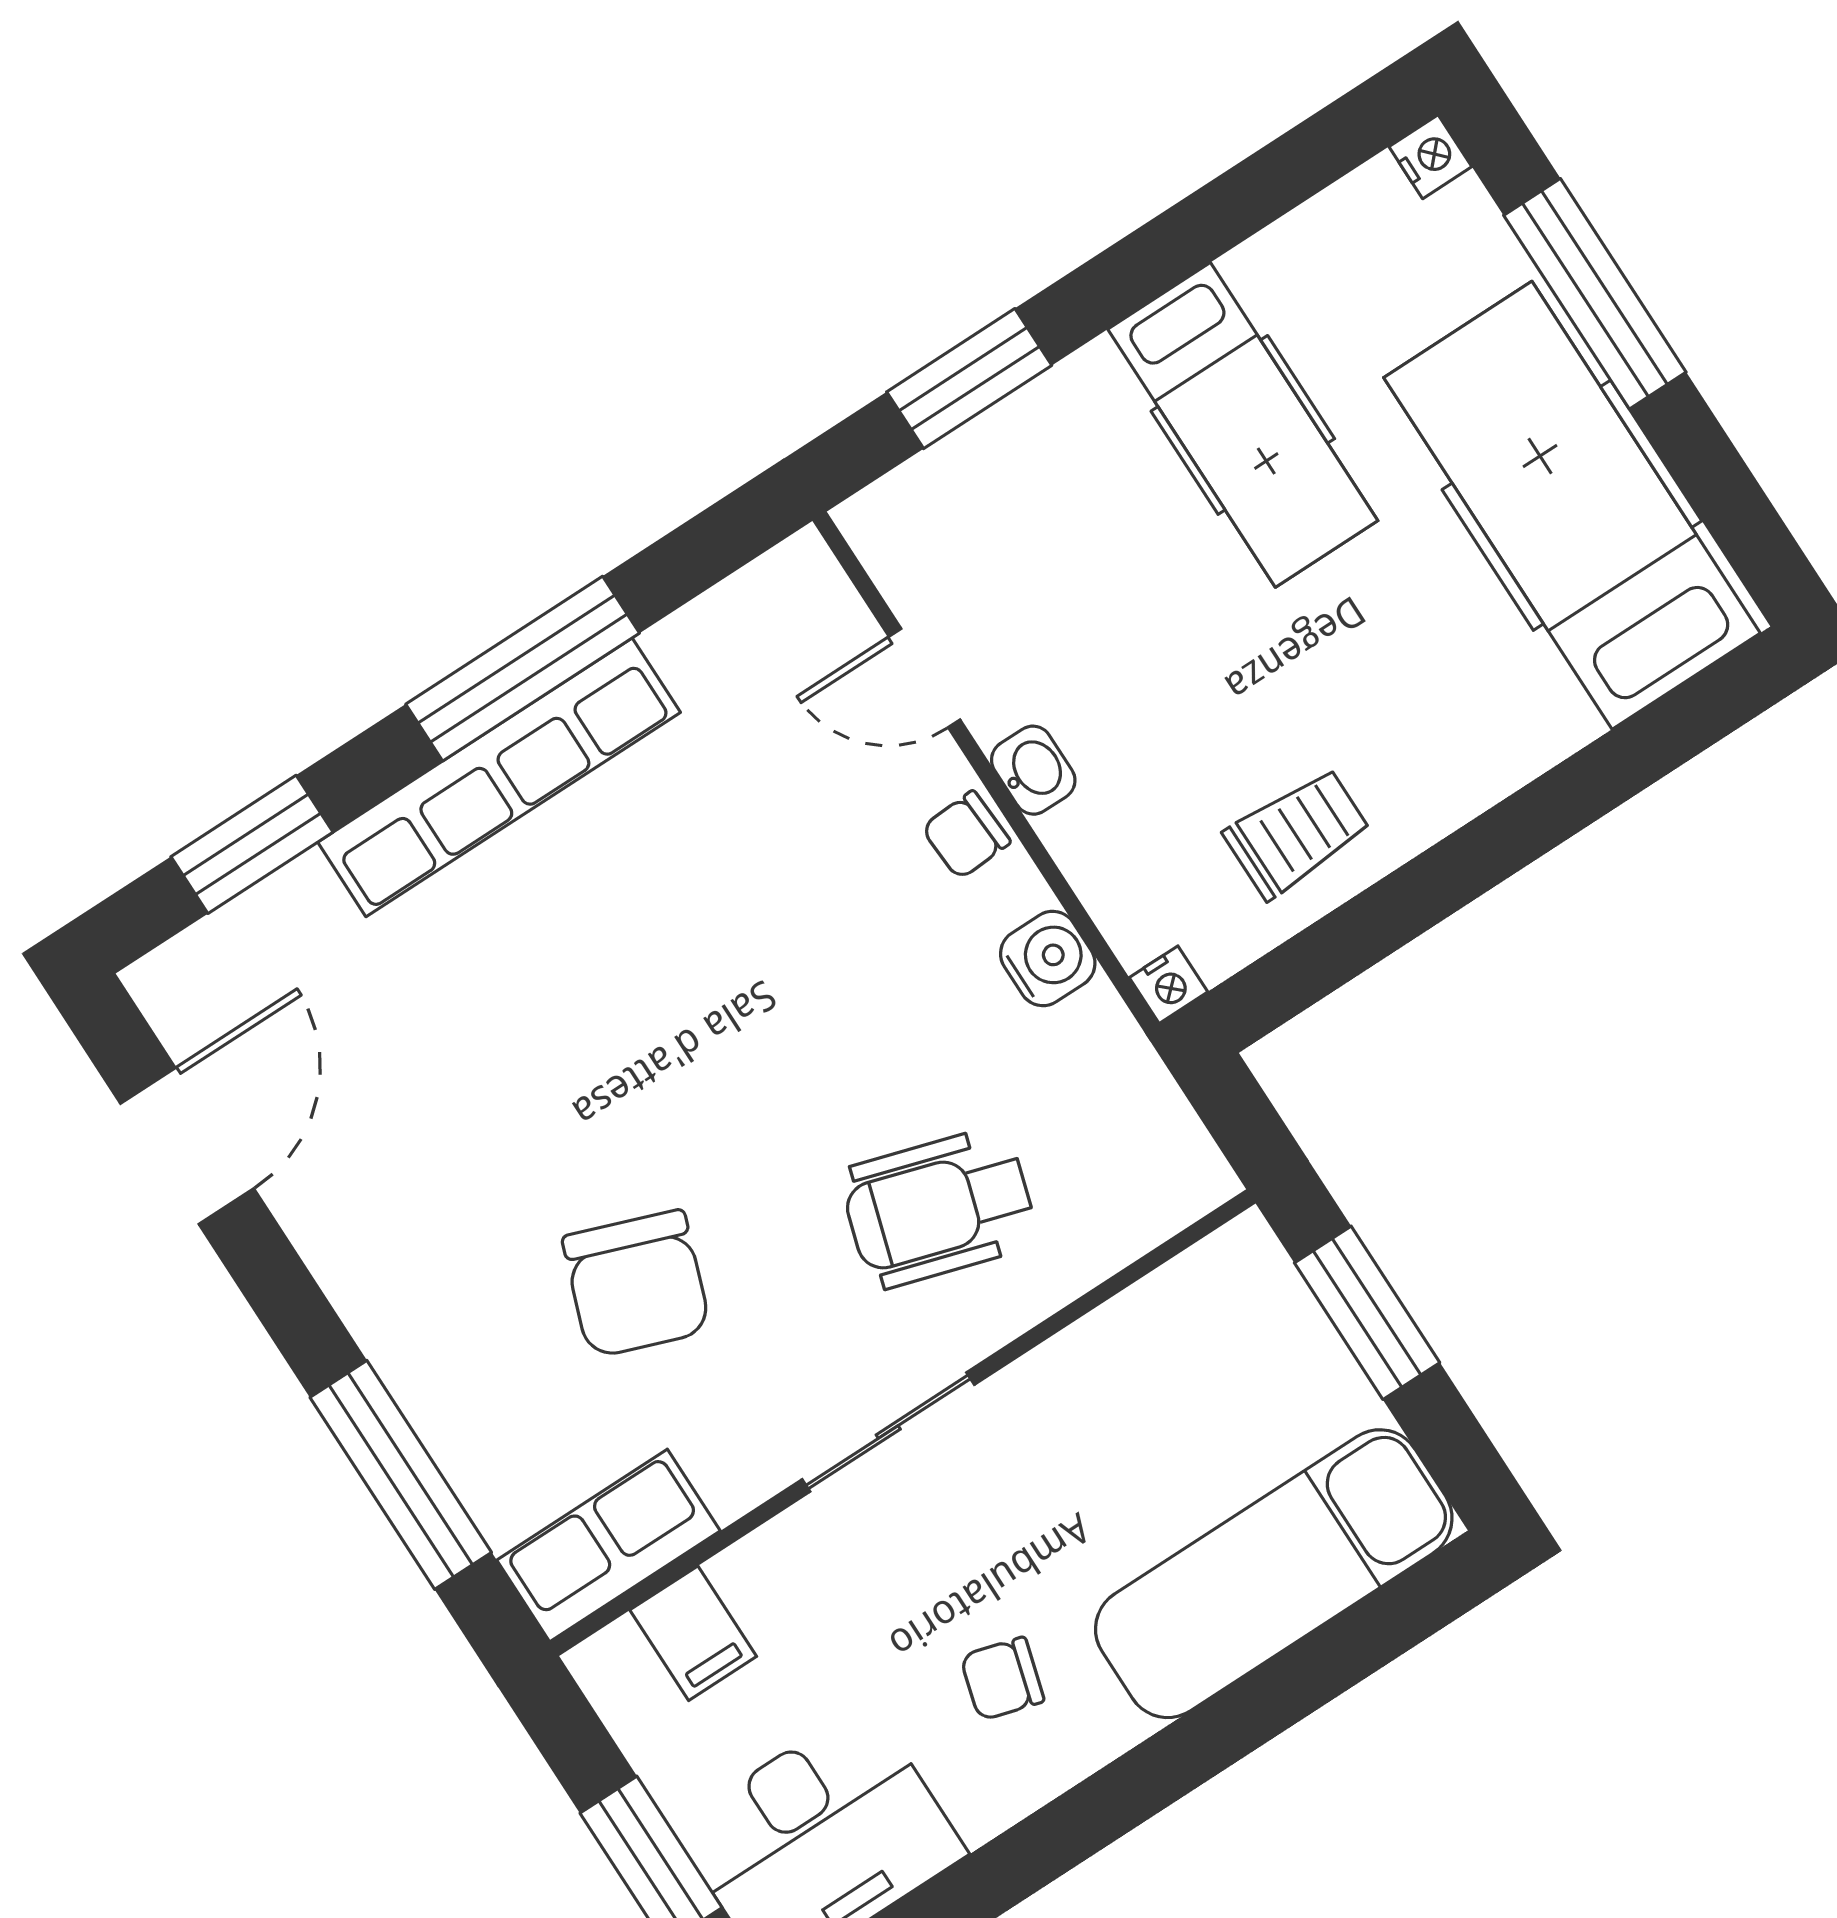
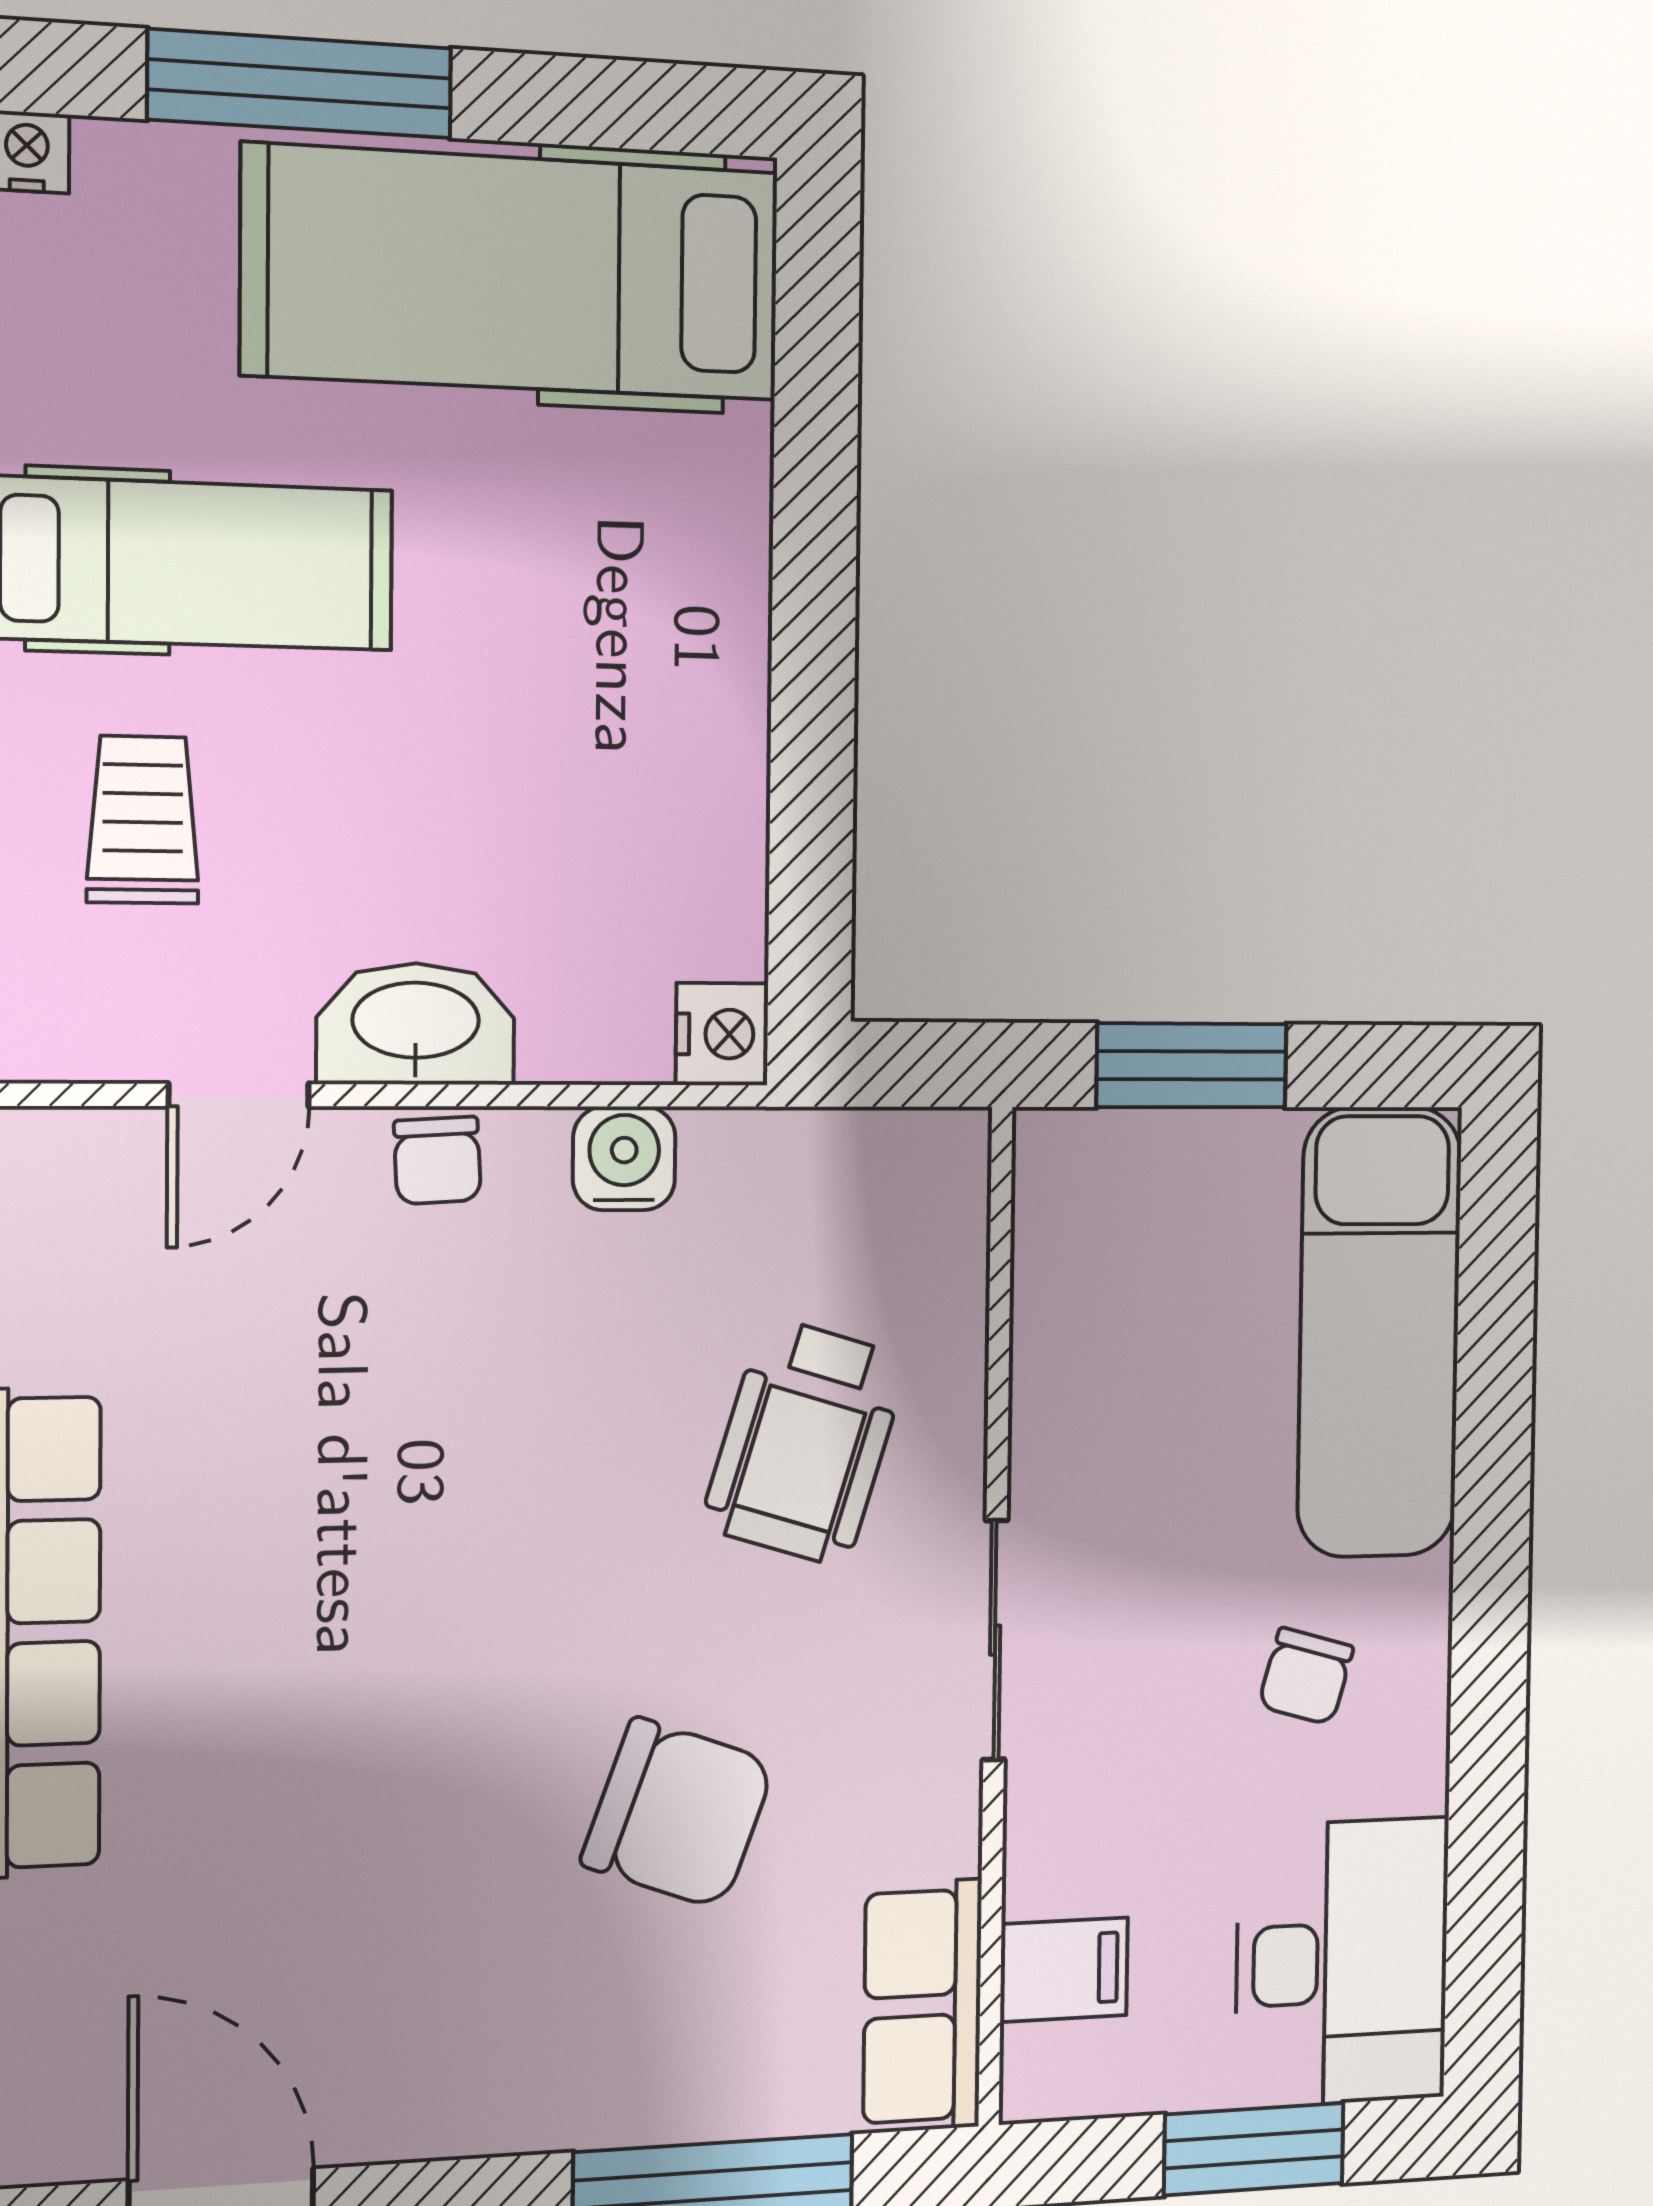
washbasin: (1033, 770) -> (416, 1024), width x1.91, depth x1.45
trolley: (1297, 833) -> (143, 820), moved
nightstand: (1168, 985) -> (722, 1034), width x1.39, depth x1.35

